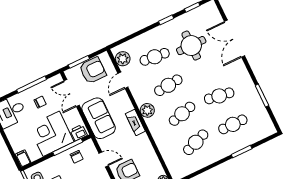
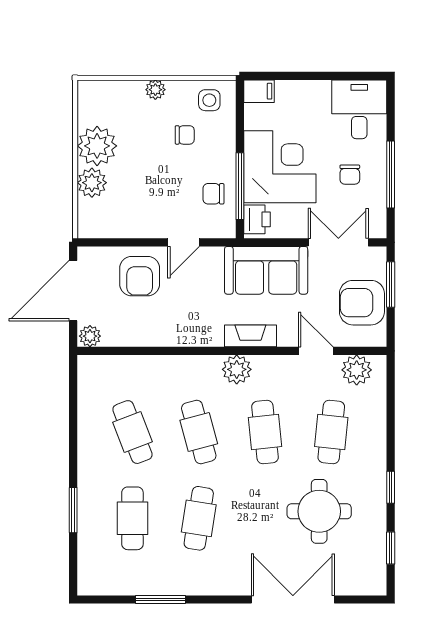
armchair: (93, 70) -> (362, 303), turned 90
fireplace: (135, 122) -> (250, 336), moved

